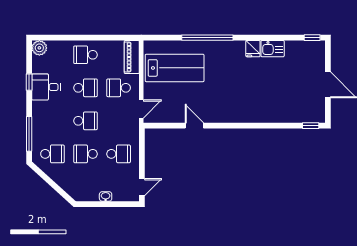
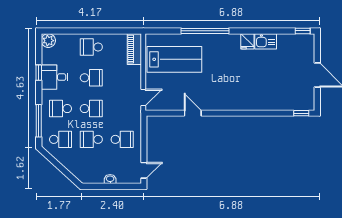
school desk: (119, 88) -> (61, 109), moved

